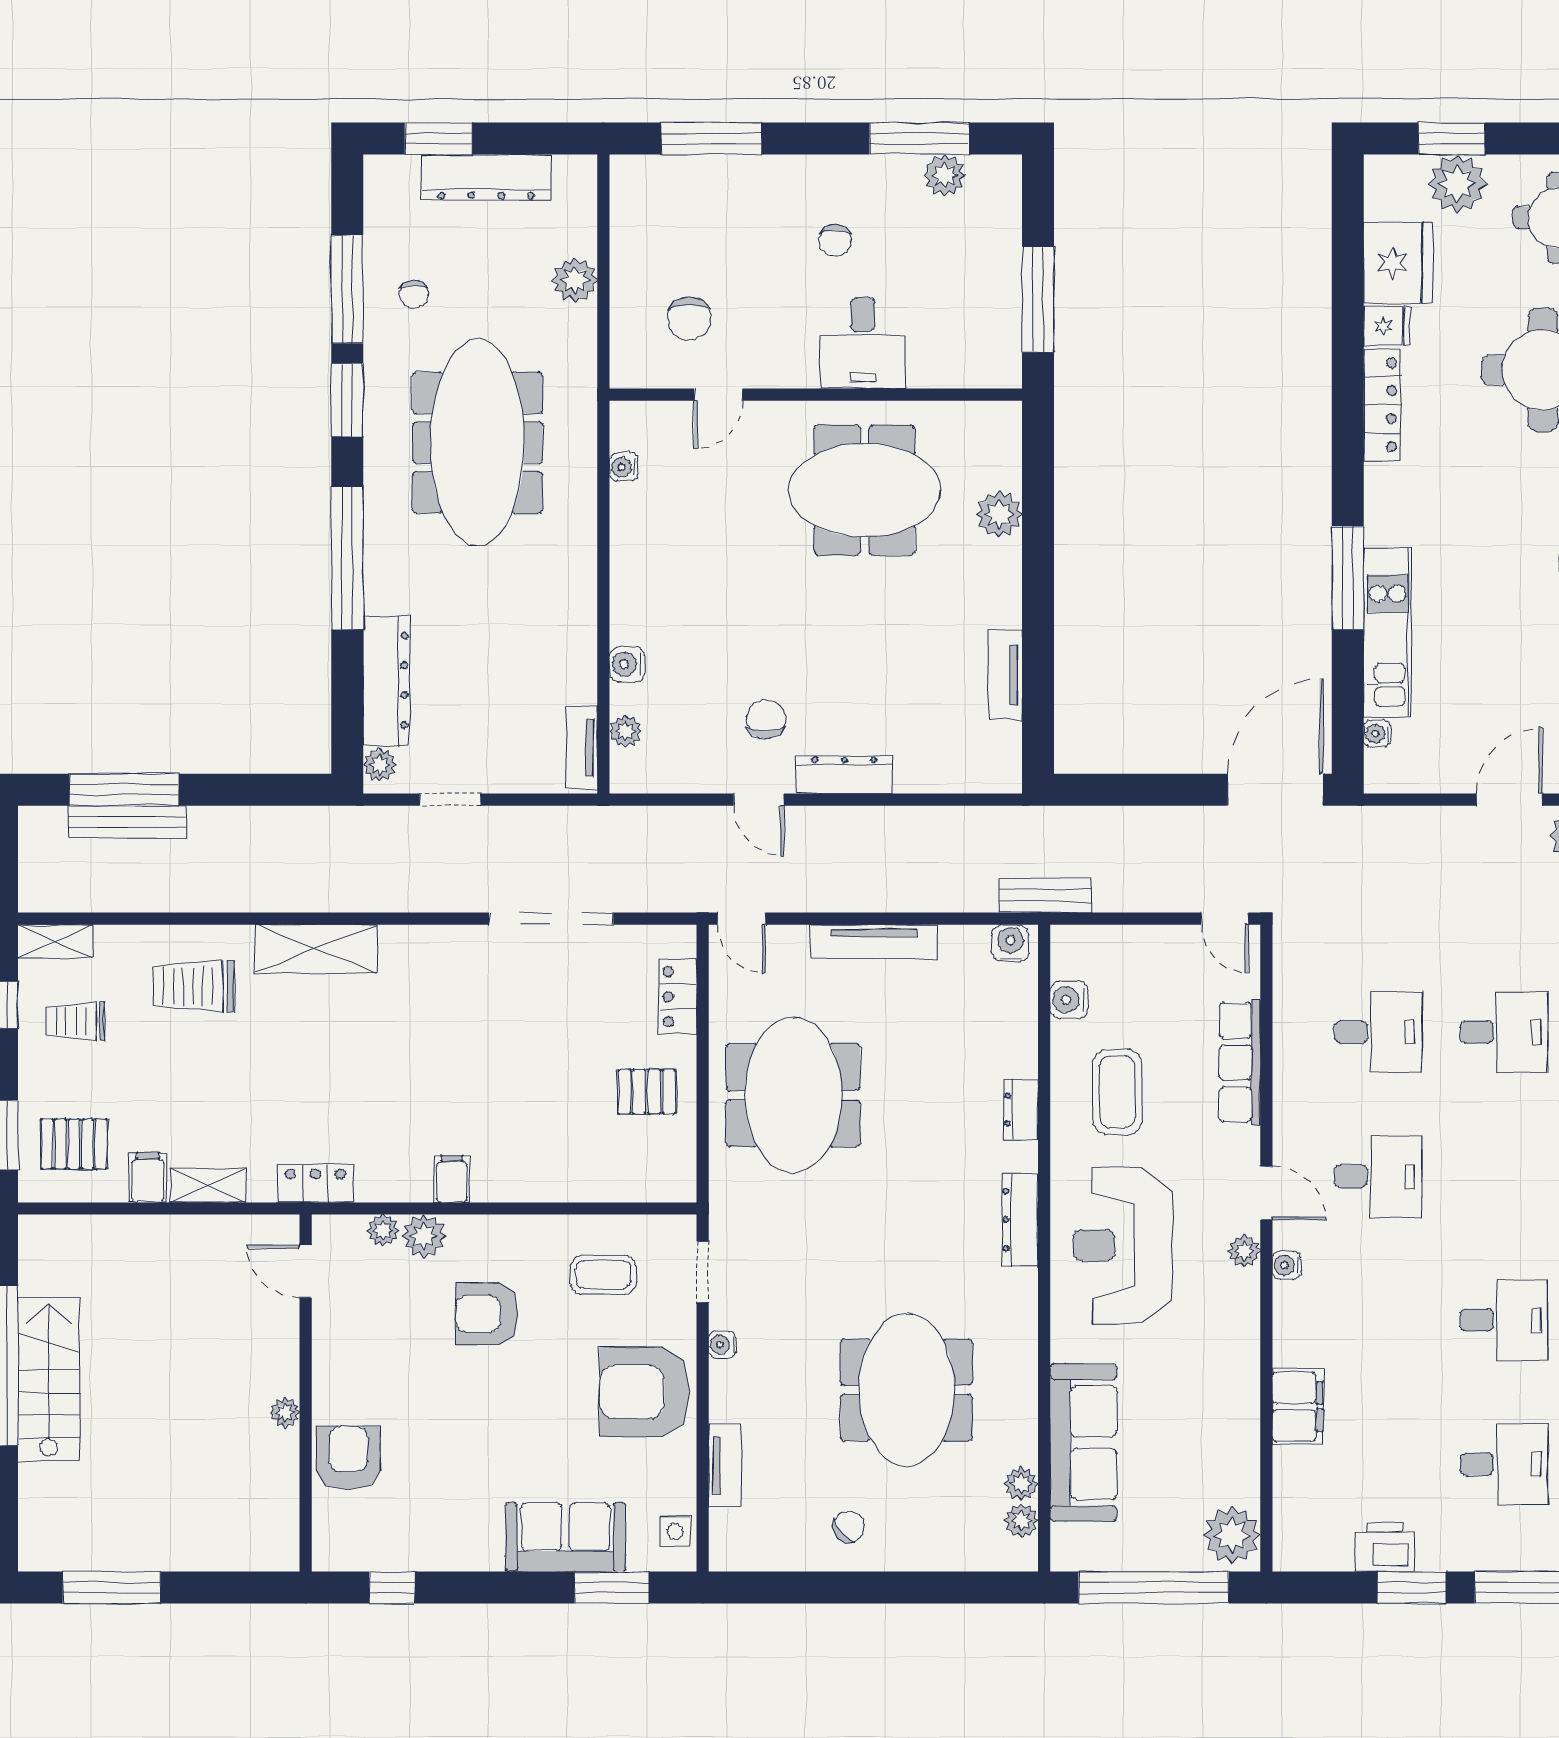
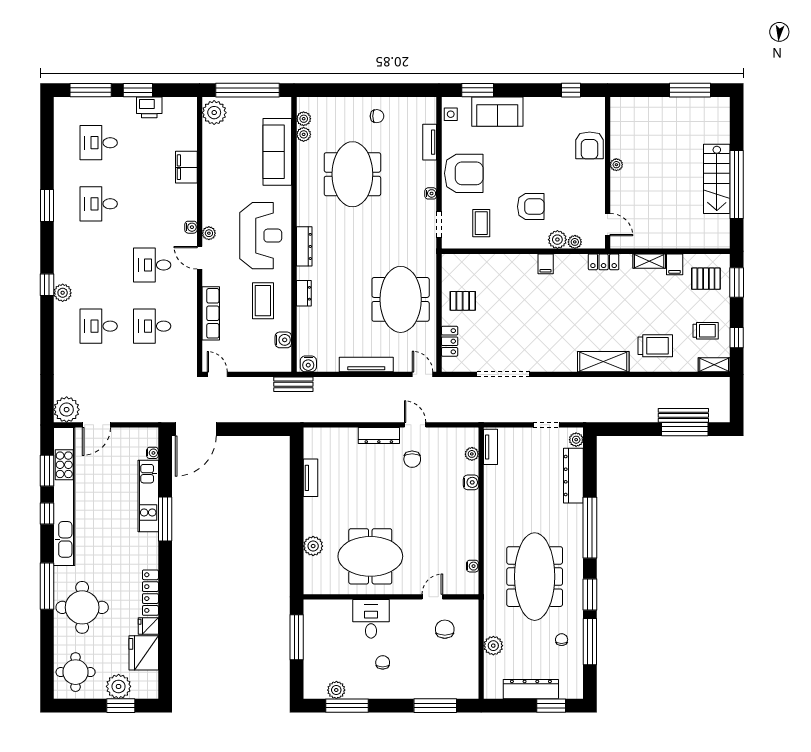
coffee table: (603, 1275) -> (481, 223), turned 90
chair: (849, 1527) -> (377, 116), turned -137

